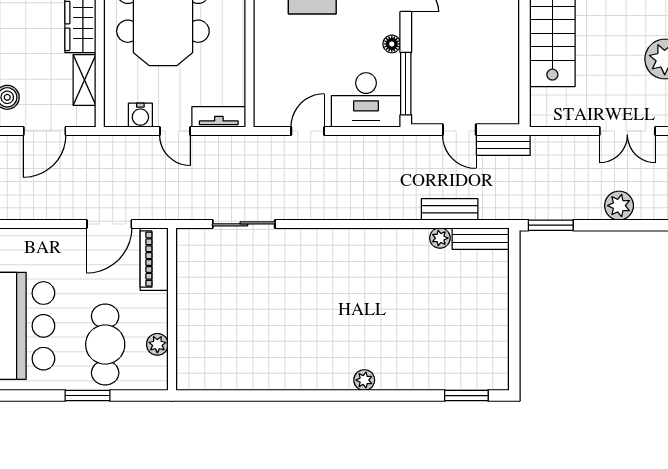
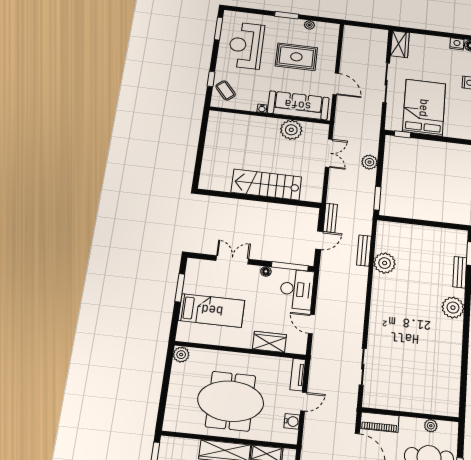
wardrobe: (269, 64) -> (269, 342), added
plant: (440, 238) -> (385, 263), width x1.87, depth x1.87
bench: (481, 239) -> (460, 272), moved
plant: (364, 380) -> (453, 308), width x1.88, depth x1.88

